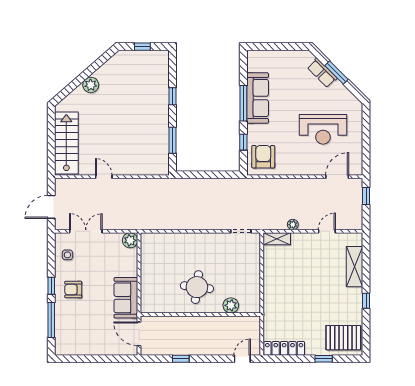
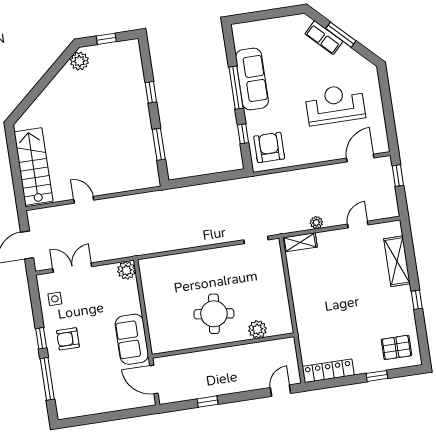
plant: (91, 85) -> (79, 61), moved
reception desk: (323, 129) -> (335, 104), turned 180
pallet: (343, 338) -> (396, 347), width x0.67, depth x0.71

